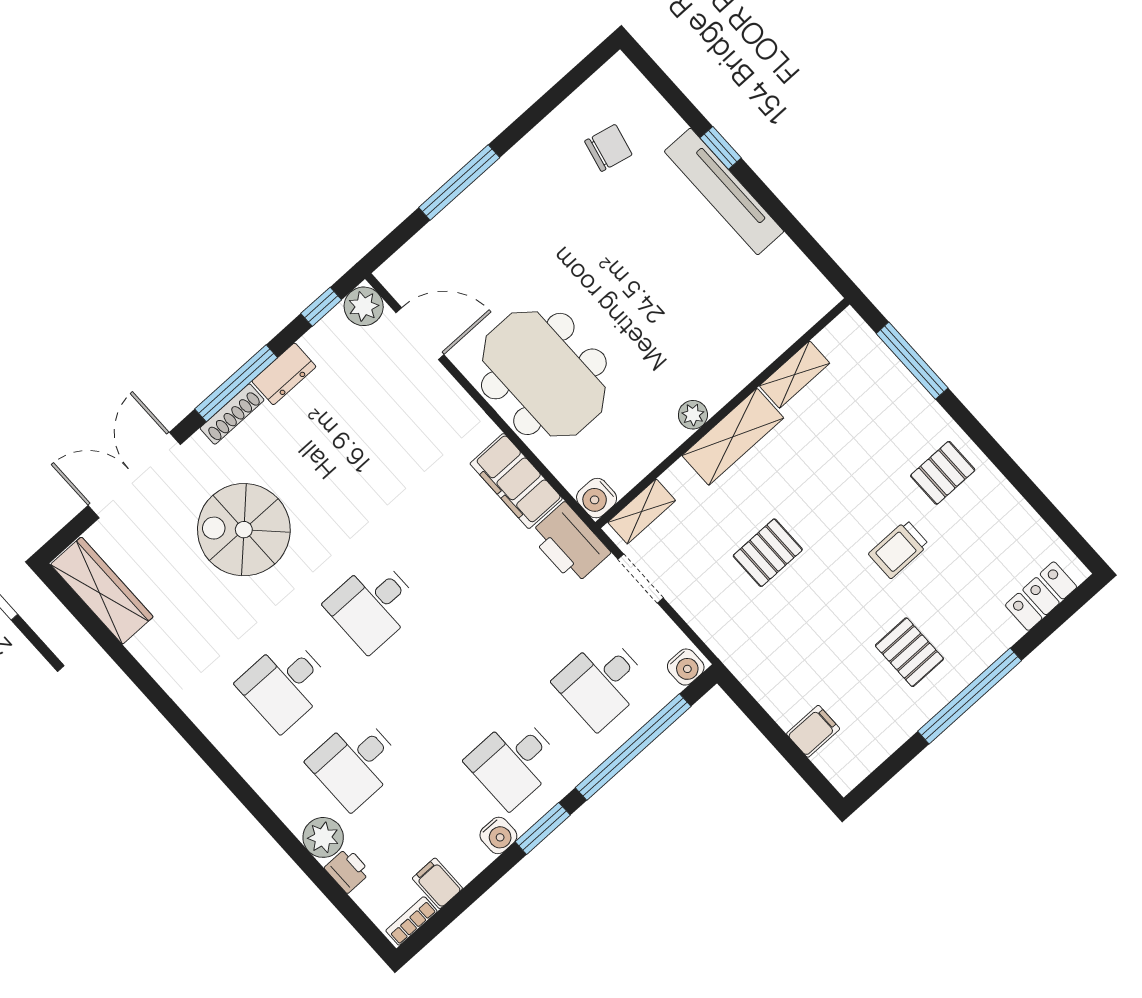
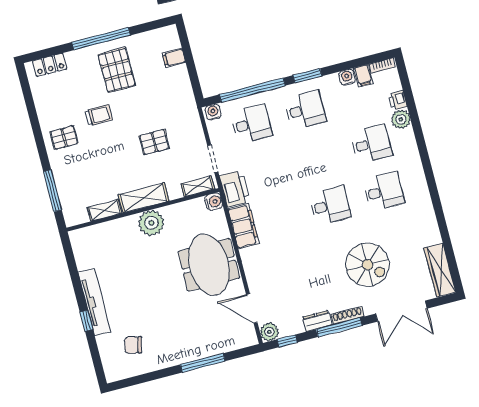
plant: (693, 415) -> (151, 223), width x1.88, depth x1.88
pallet: (909, 652) -> (117, 70), width x1.50, depth x1.42
water cooler: (498, 835) -> (347, 77), moved

